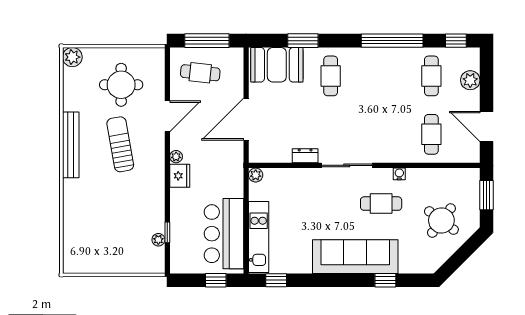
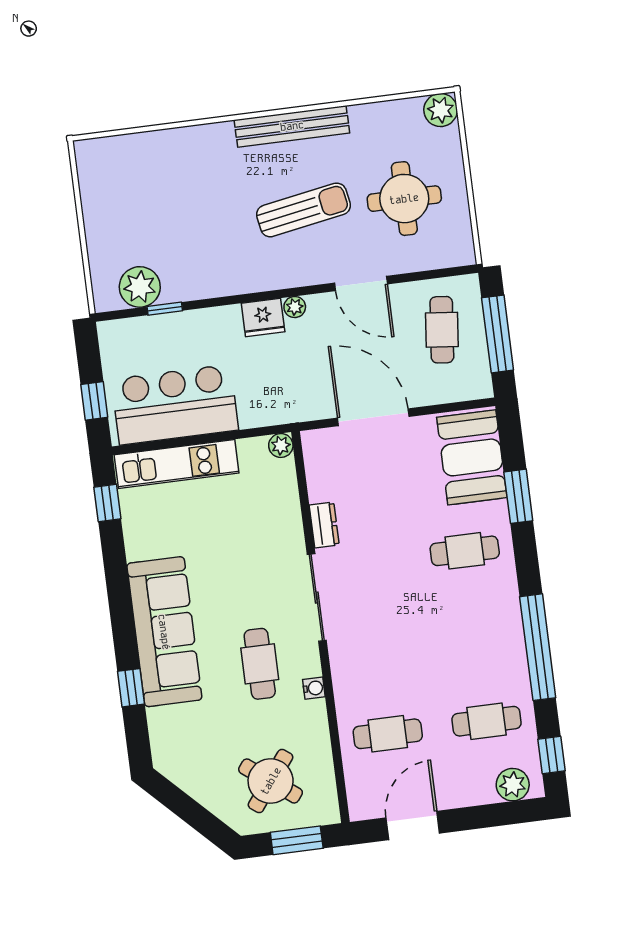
plant: (470, 80) -> (513, 785), moved
round table: (441, 221) -> (271, 781), moved
plant: (158, 240) -> (140, 287), width x1.88, depth x1.88

